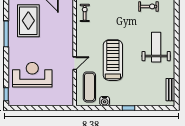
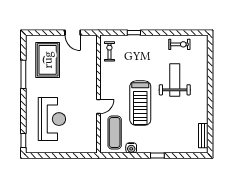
weight bench: (156, 47) -> (175, 80), moved
treadmill: (113, 60) -> (140, 103), turned 180
reception desk: (32, 75) -> (52, 119), turned 90

